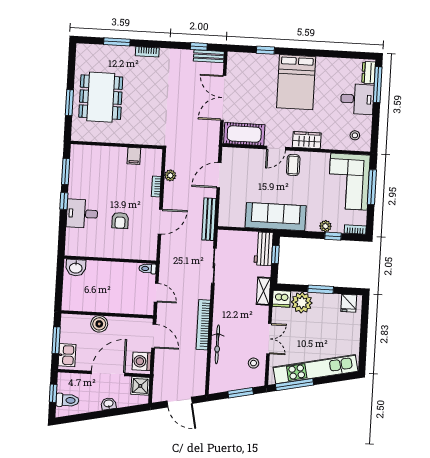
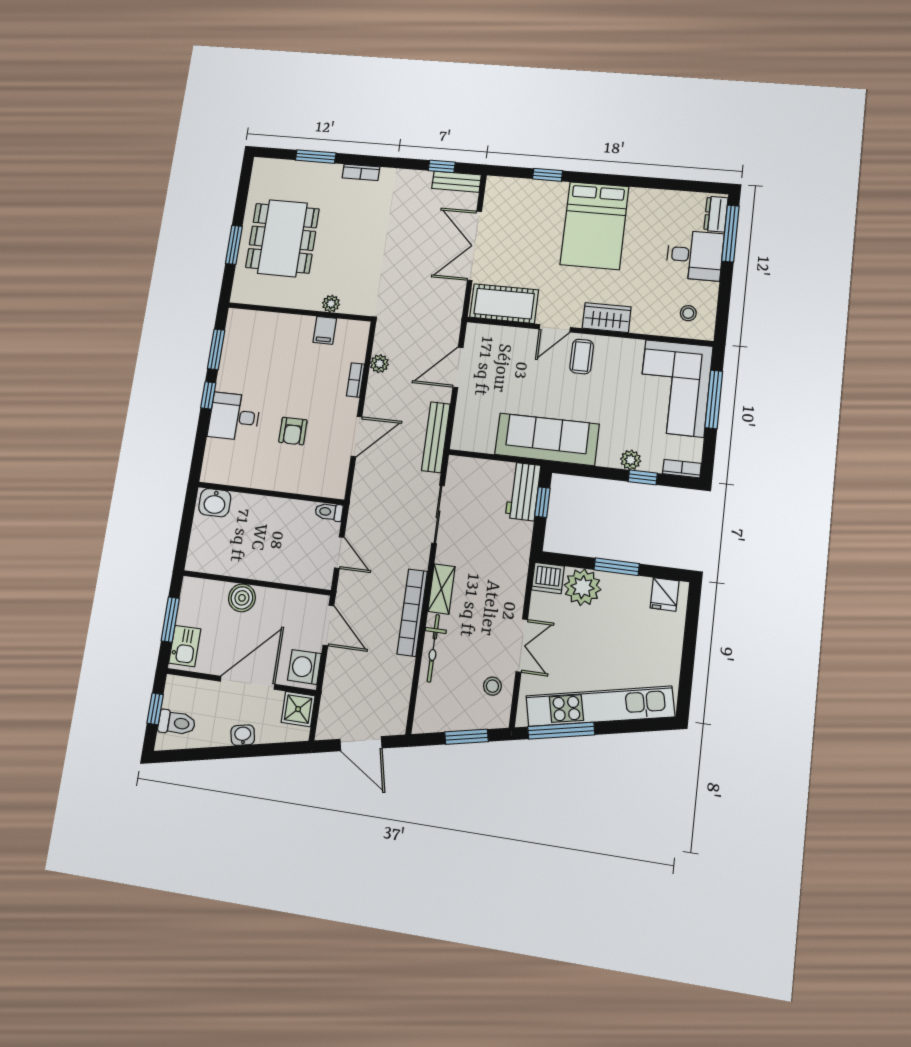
plant: (136, 139) -> (331, 304), added
shelving: (264, 291) -> (441, 589), moved

